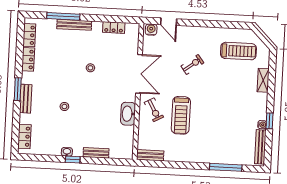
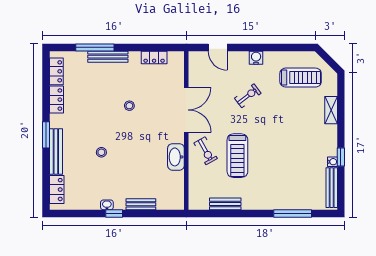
water cooler: (151, 30) -> (256, 58), moved
bench: (26, 99) -> (56, 151), width x1.36
bench: (150, 155) -> (225, 204), moved

